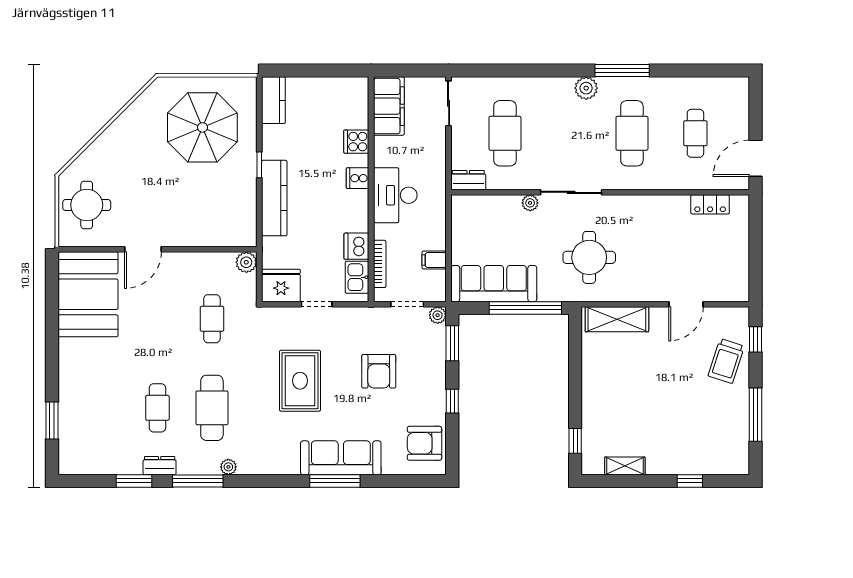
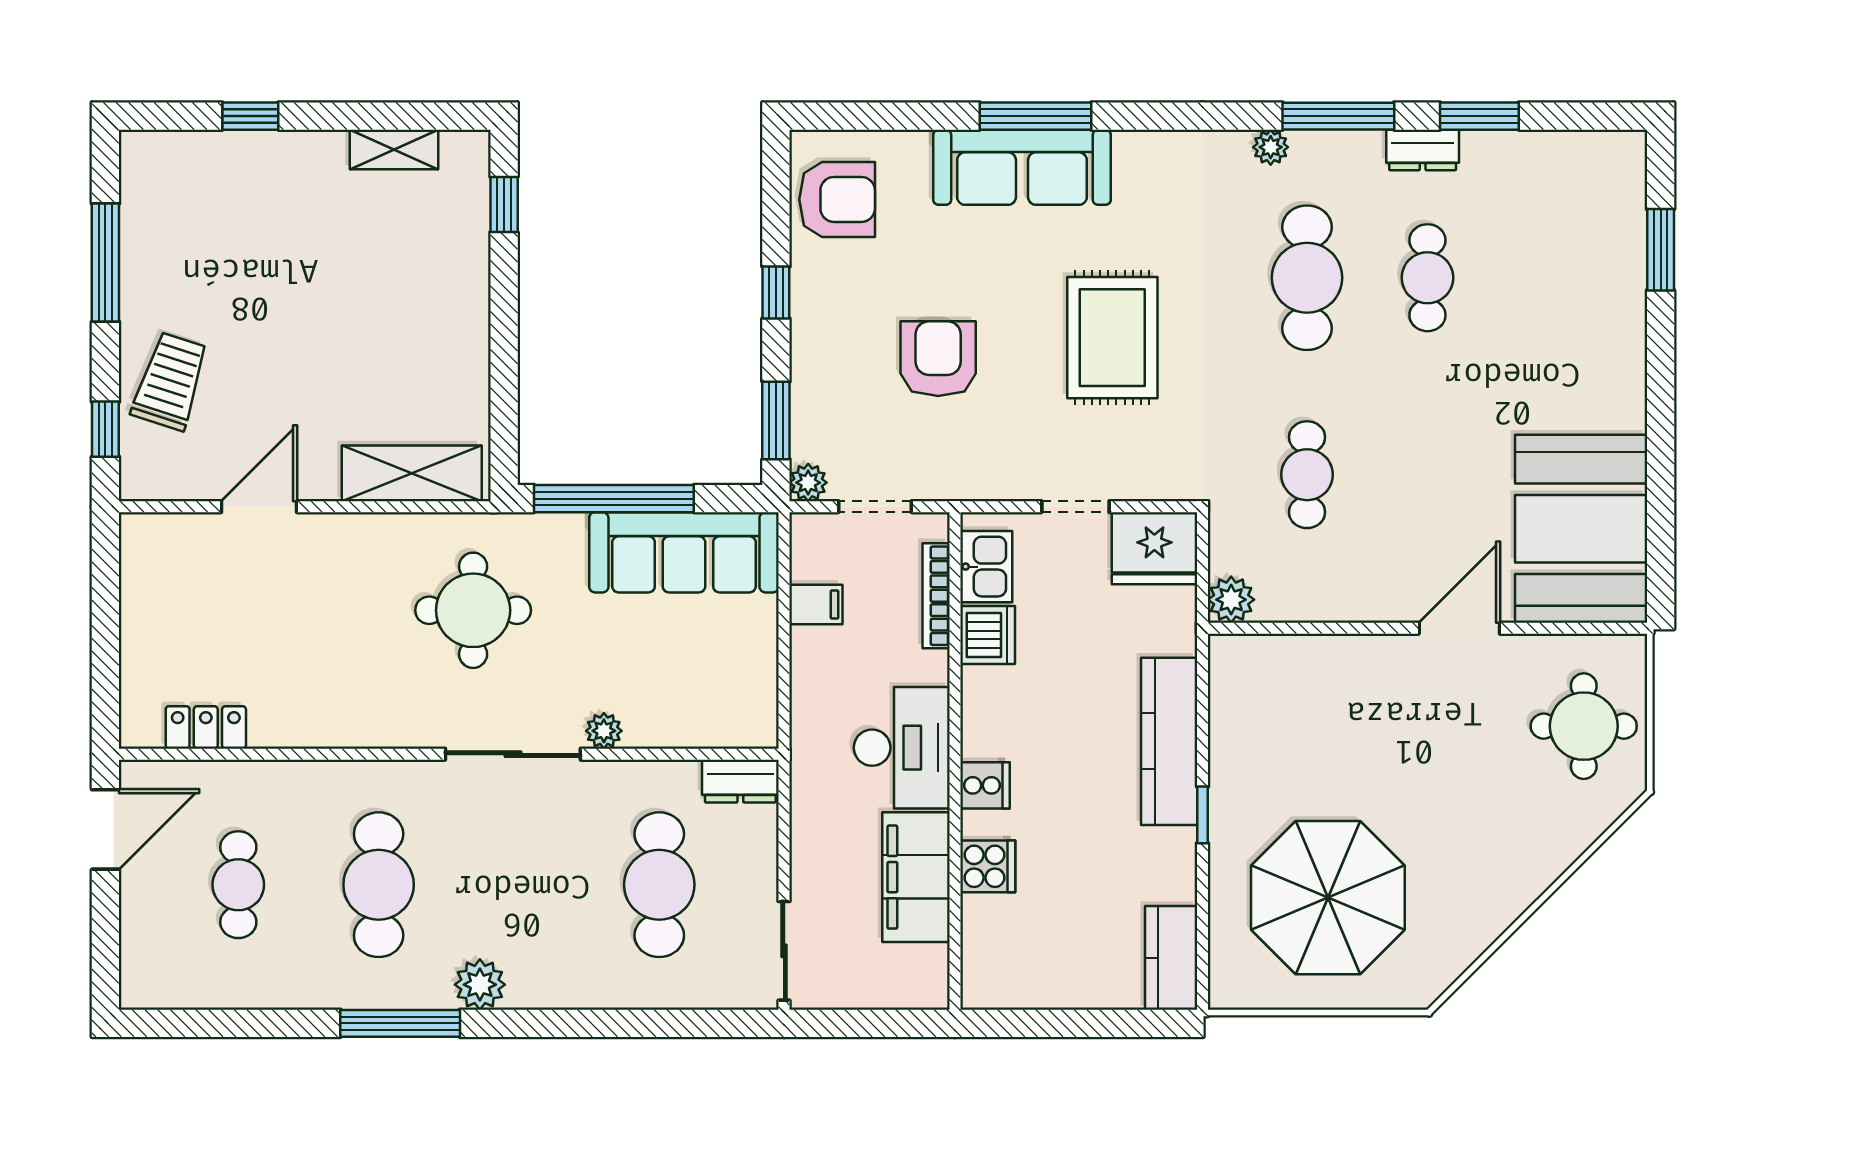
filing cabinet: (389, 106) -> (916, 877), moved

